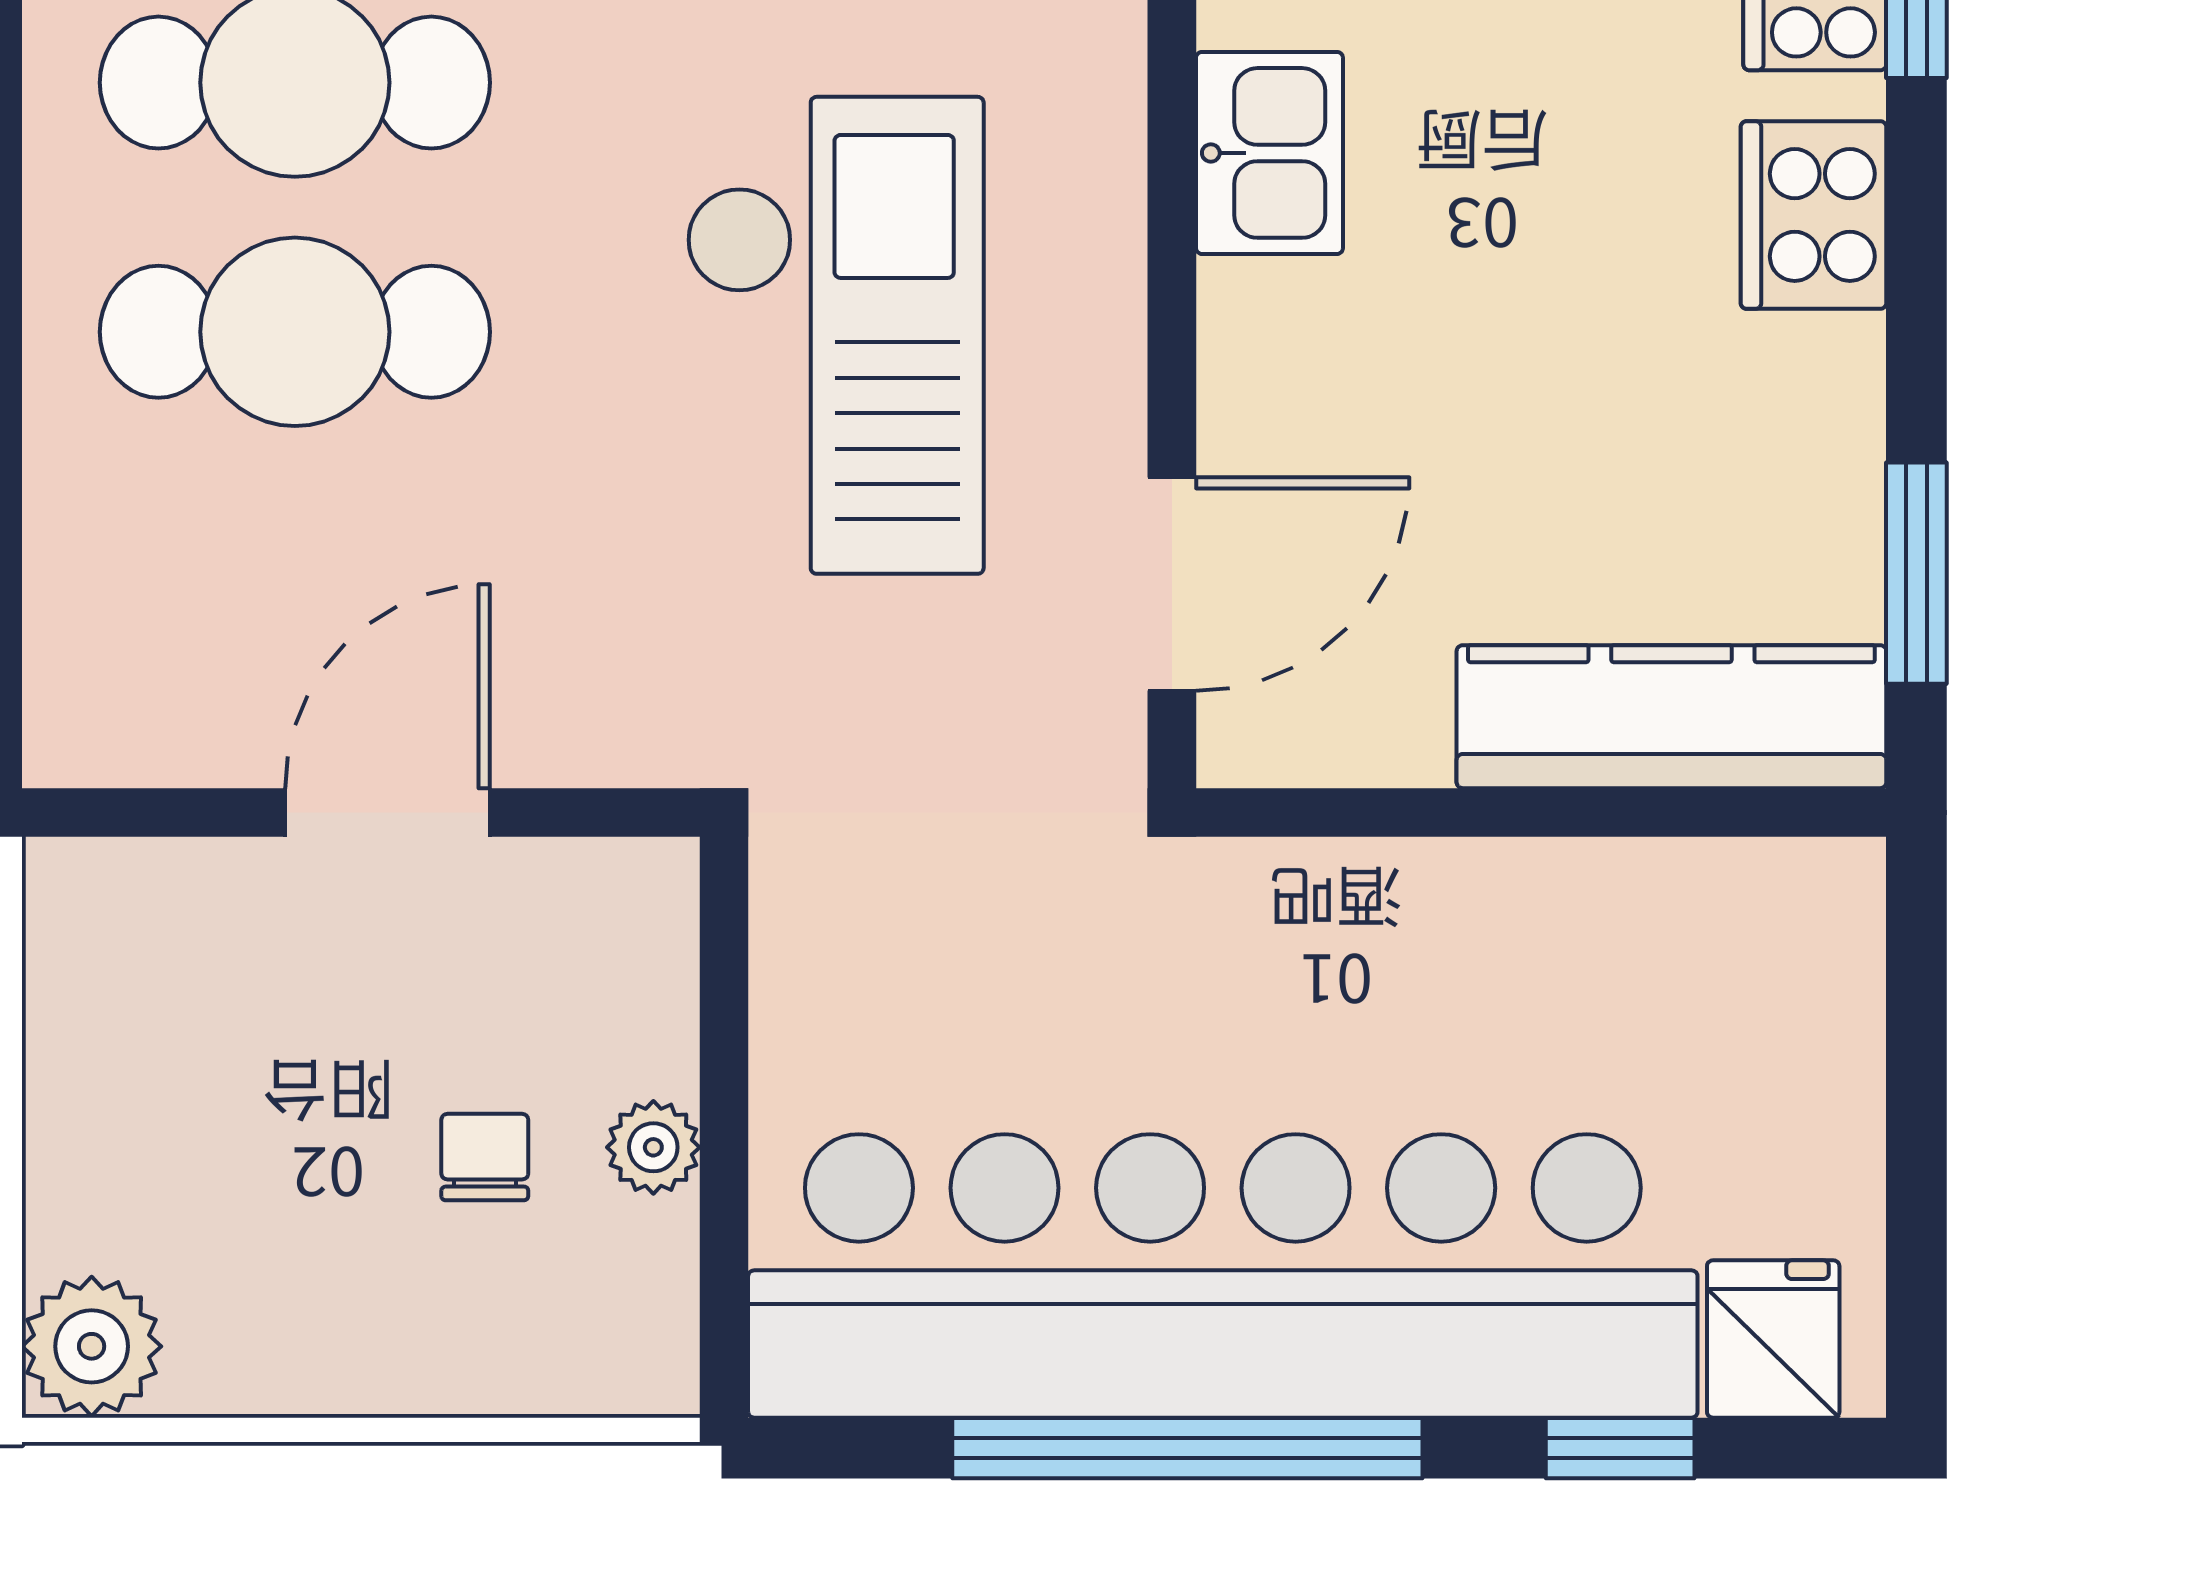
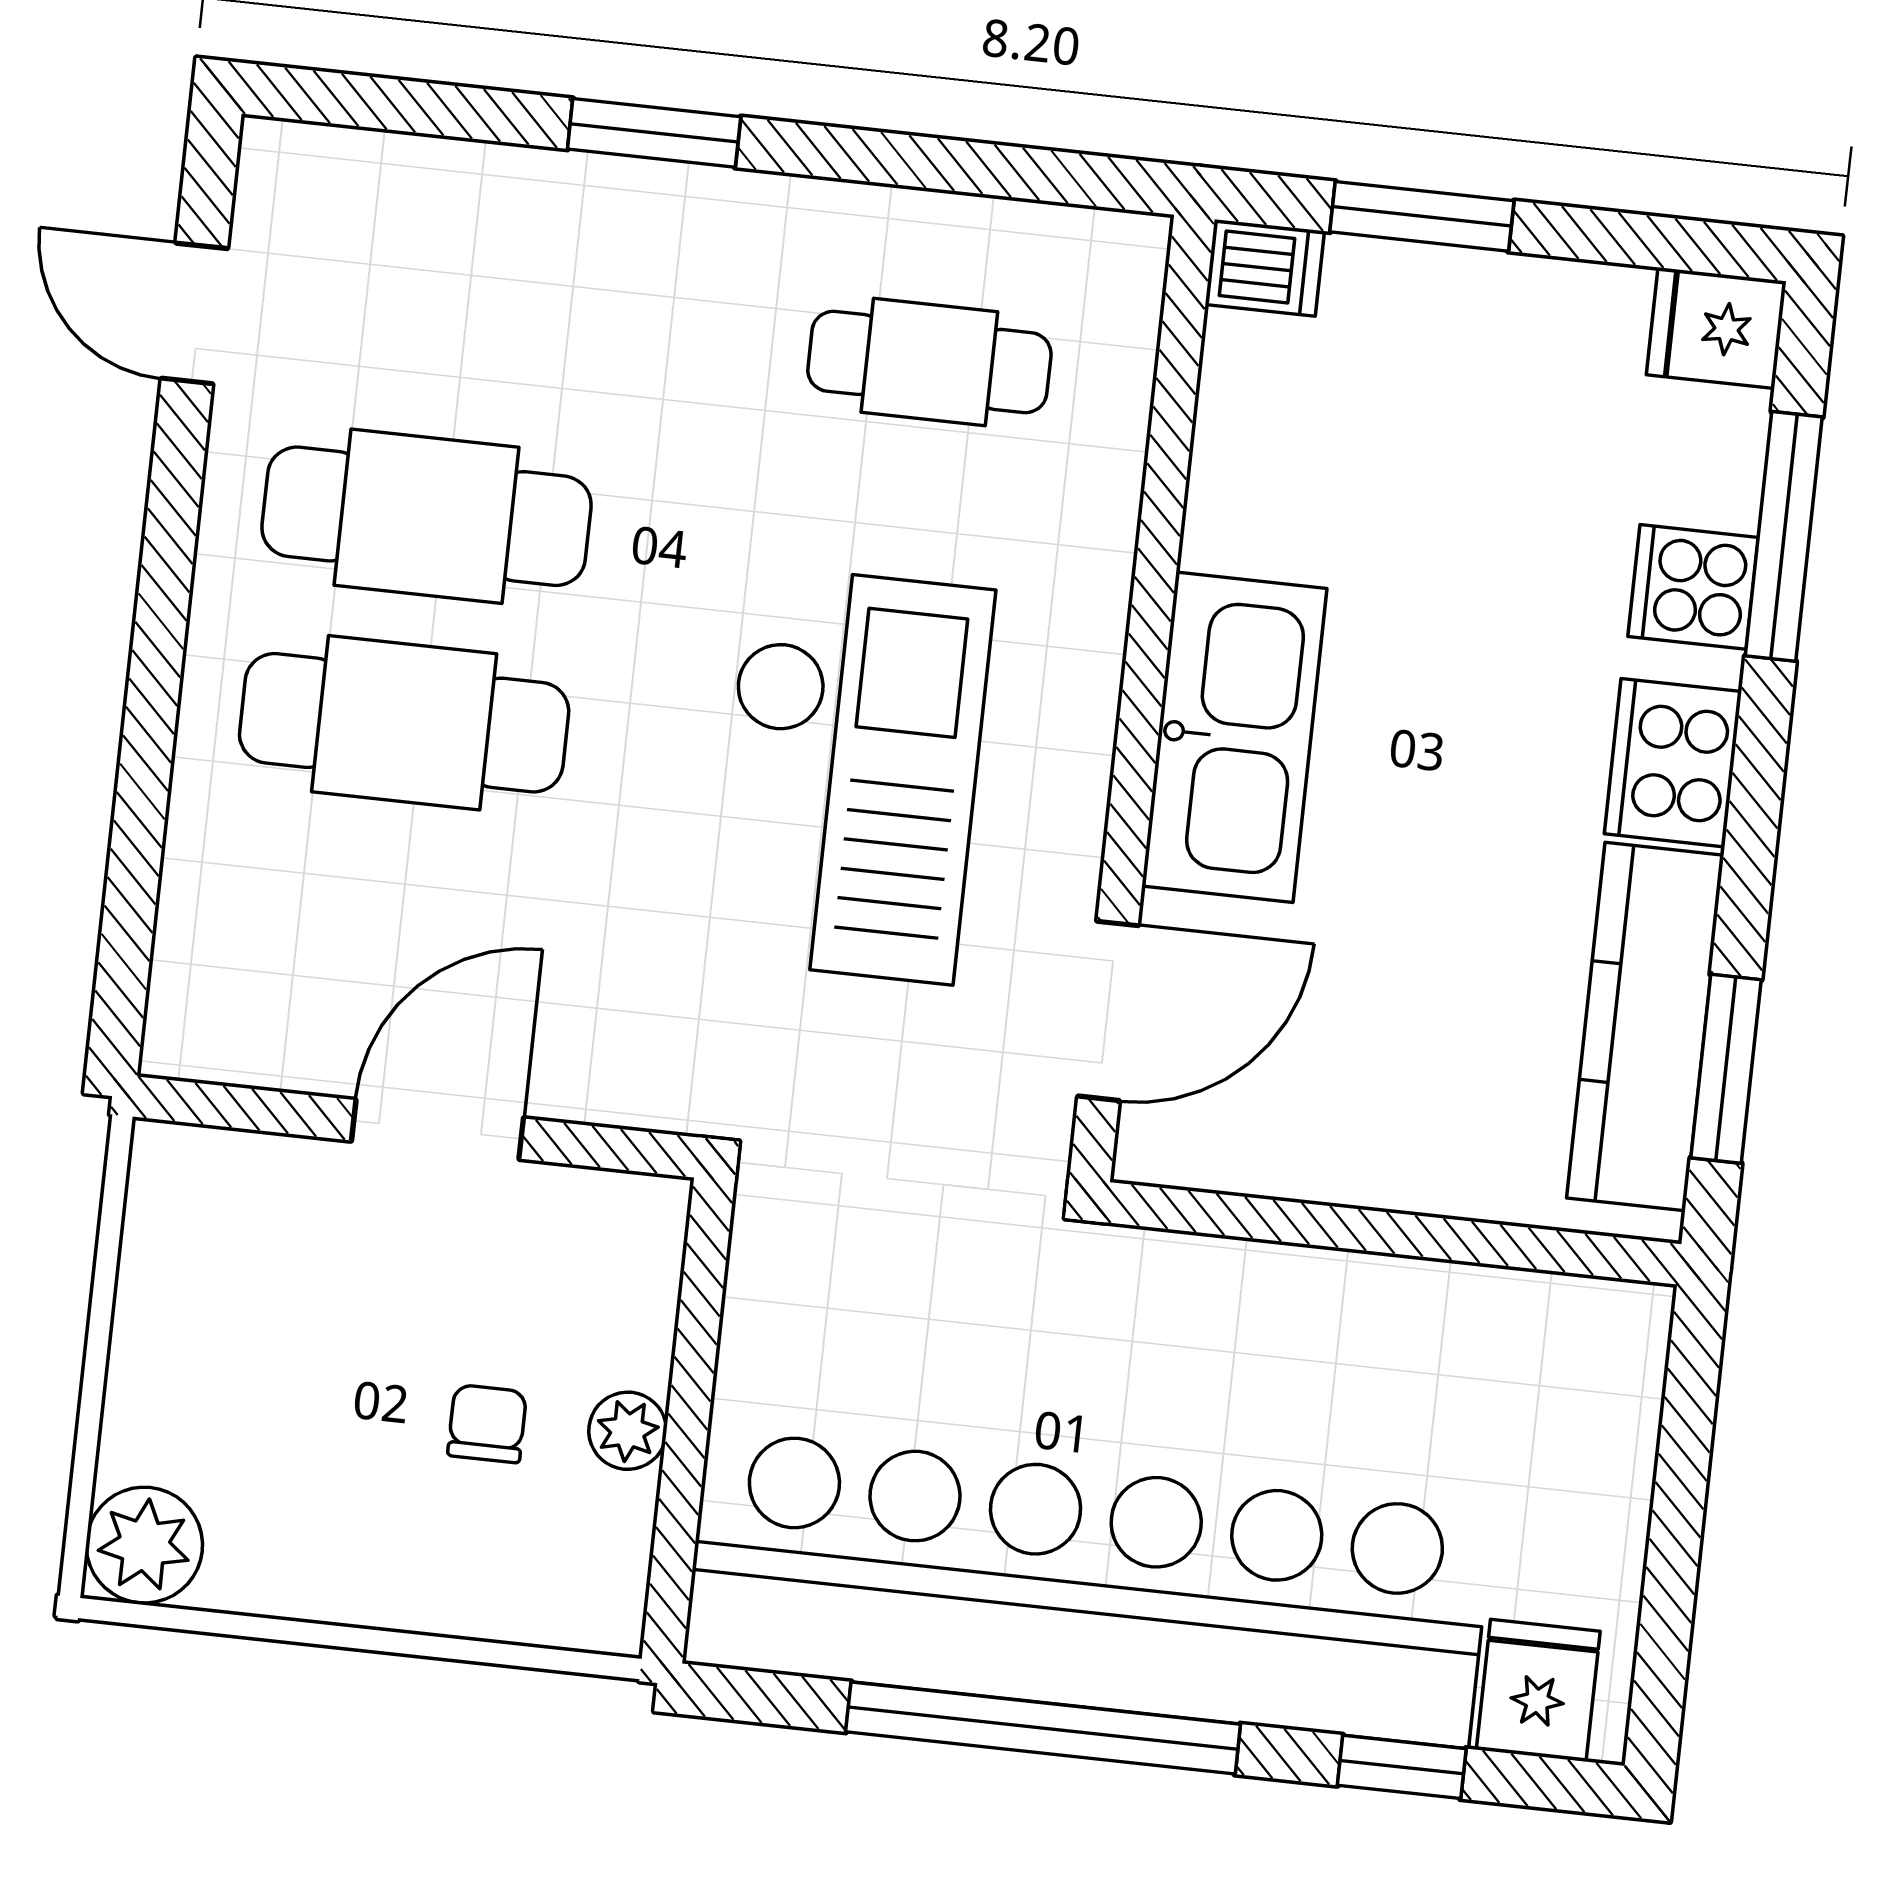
kitchen sink: (1269, 153) -> (1234, 737), width x1.87, depth x1.24
kitchen counter: (1671, 717) -> (1645, 1027), moved, turned -90

